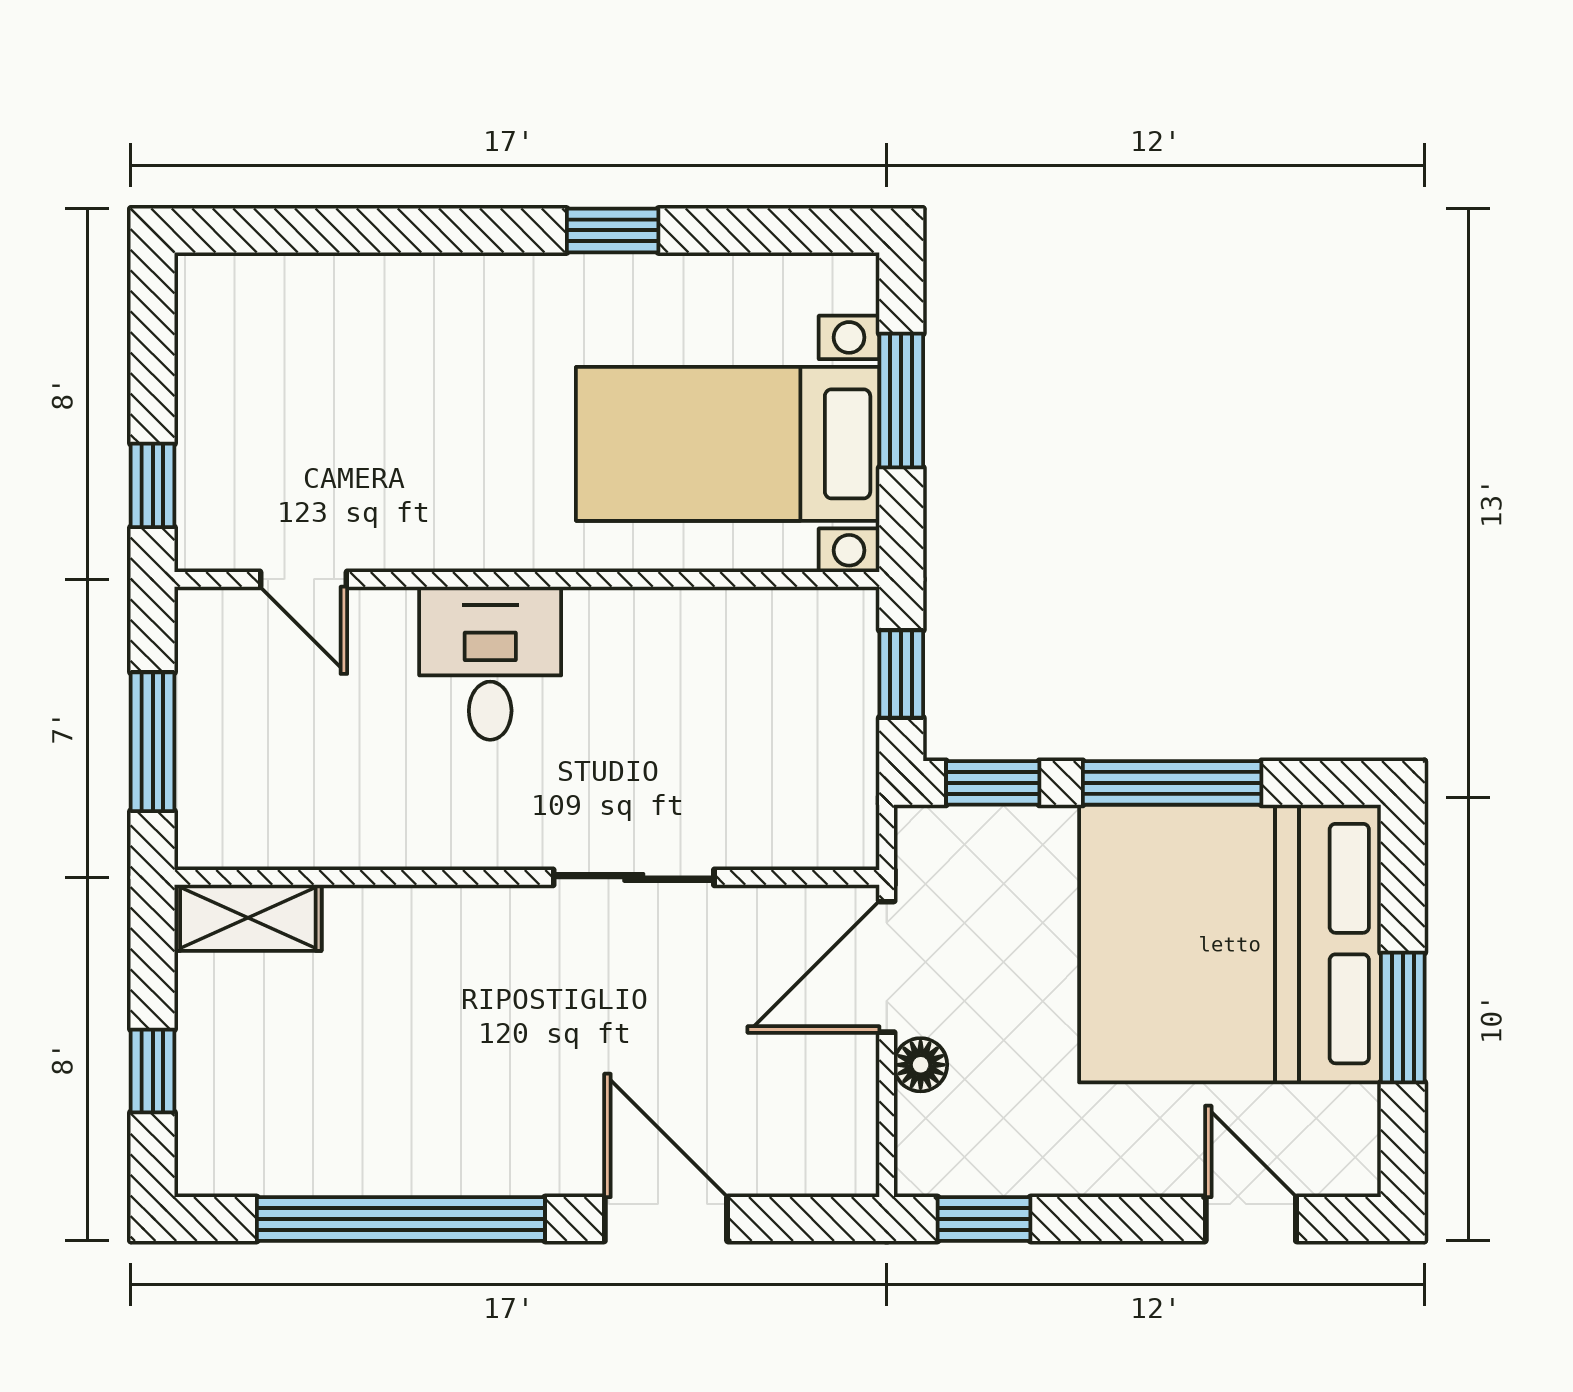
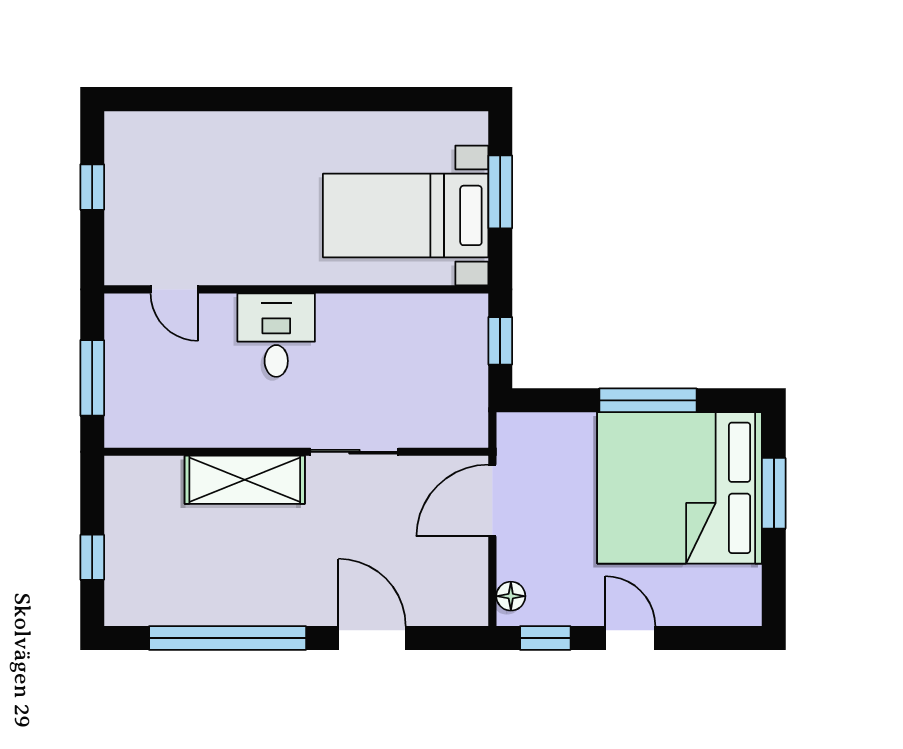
window: (613, 230) -> (343, 99), removed
window: (153, 485) -> (92, 187), moved
window: (993, 783) -> (550, 400), removed
shelving: (248, 918) -> (245, 480), moved, width x1.50, depth x1.33
window: (1403, 1017) -> (774, 493), moved
floor lamp: (921, 1065) -> (511, 596), moved
door: (1251, 1219) -> (630, 638), moved

